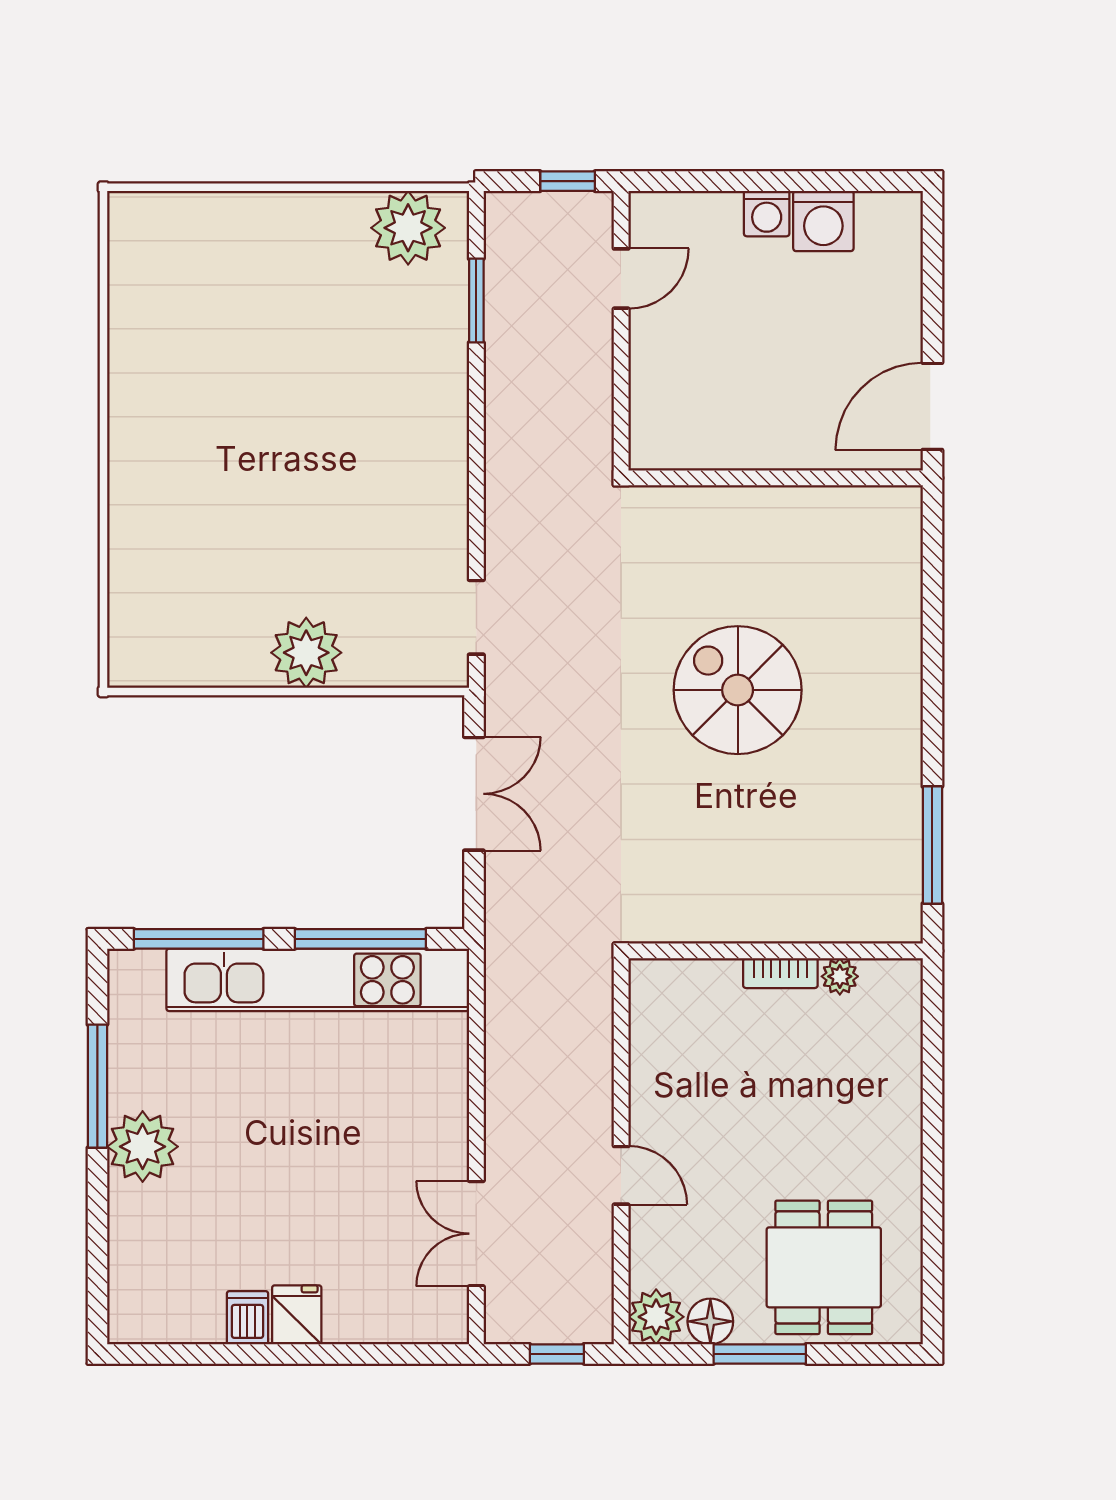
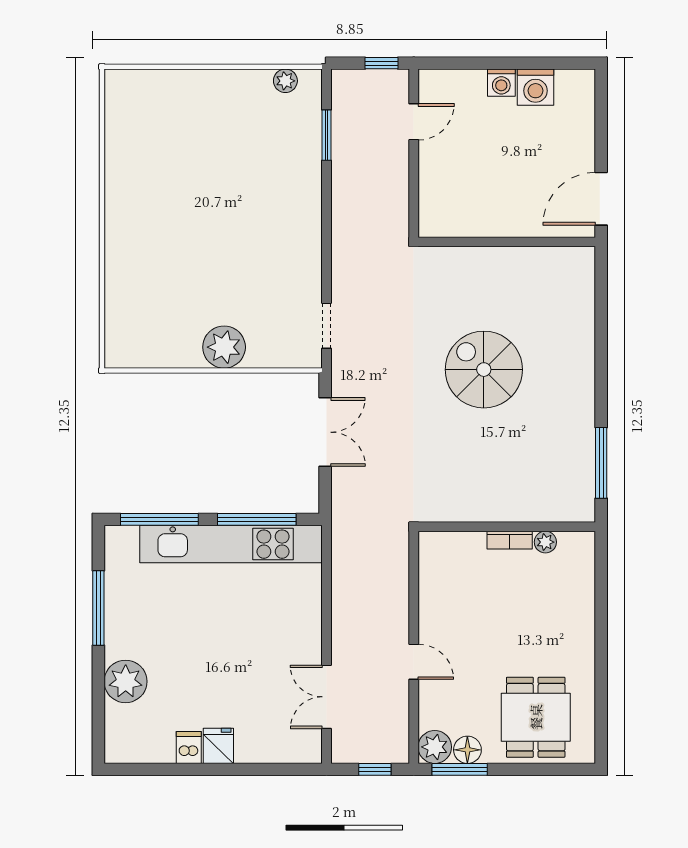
plant: (408, 228) -> (285, 81), width x0.53, depth x0.53
plant: (143, 1147) -> (126, 681), moved
window: (760, 1354) -> (460, 769), moved

